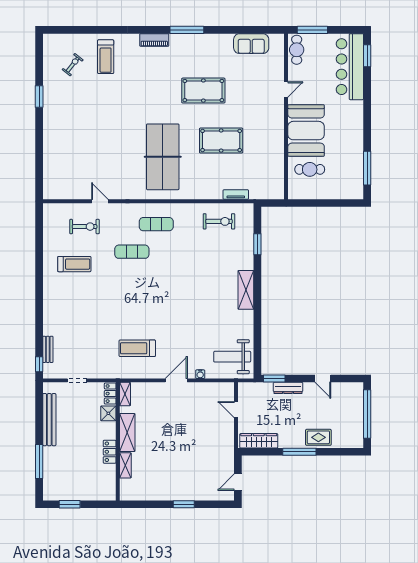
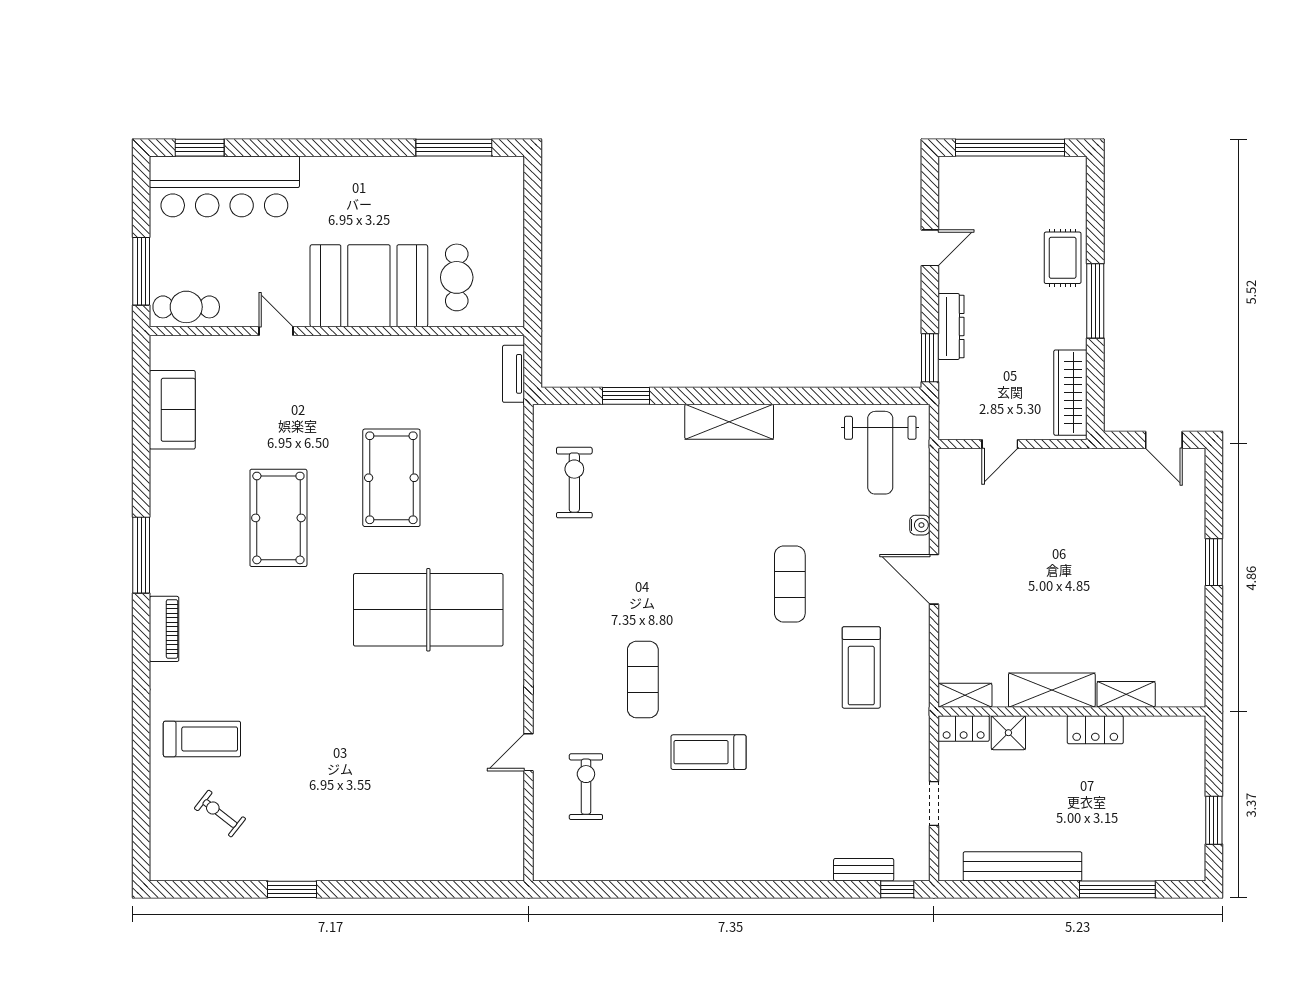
tv unit: (236, 195) -> (514, 374), moved
exercise mat: (156, 224) -> (790, 584), moved
treadmill: (74, 264) -> (709, 752), moved, turned -90

